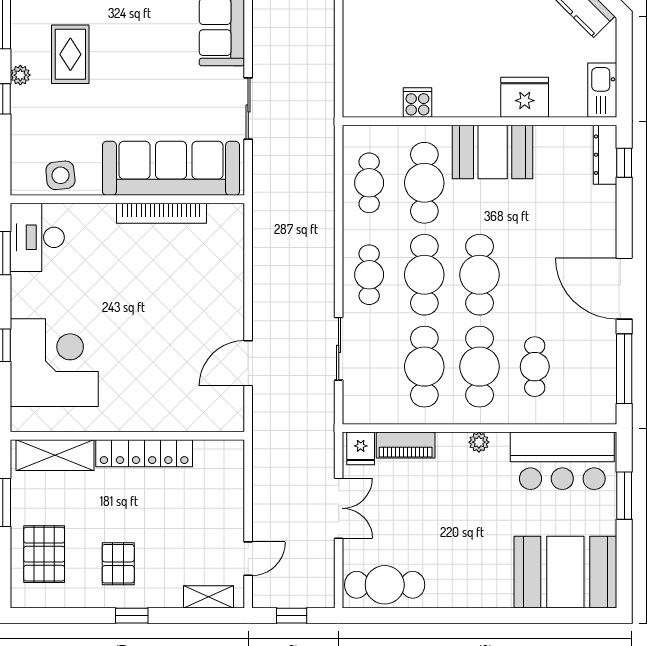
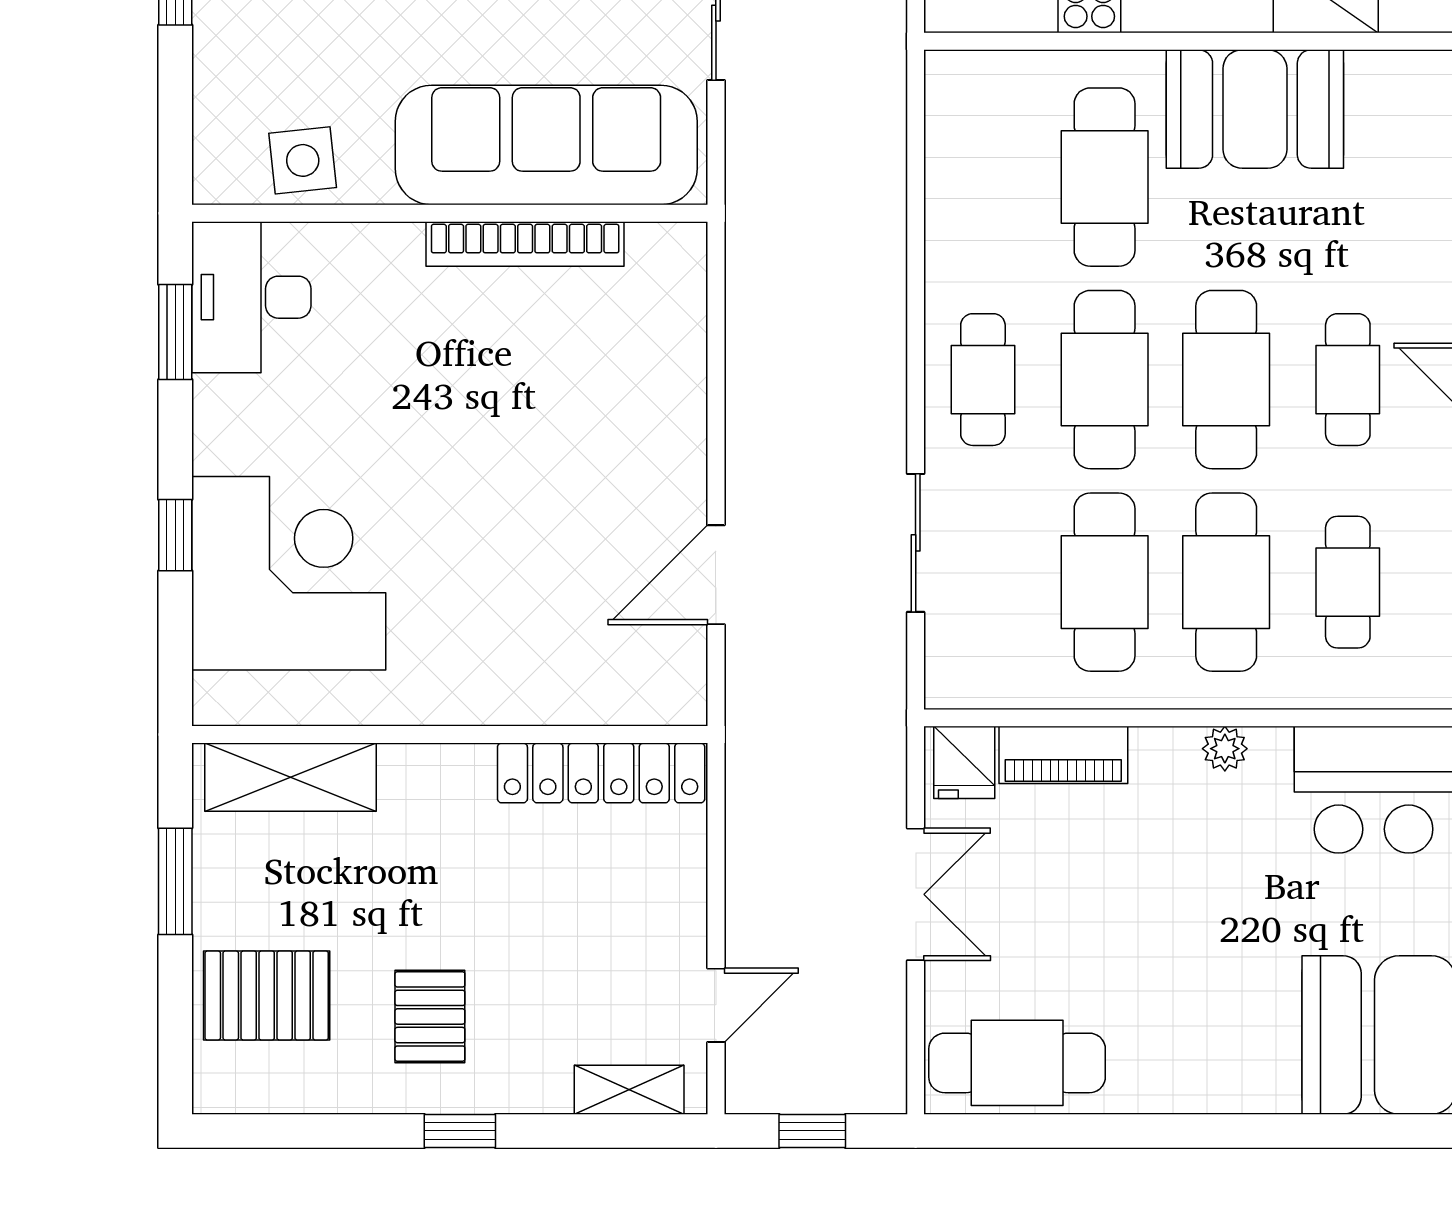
cafe table: (369, 183) -> (1348, 380), moved
locker: (144, 453) -> (601, 773), moved
pallet: (44, 554) -> (267, 995), turned 90

